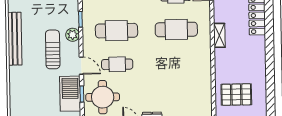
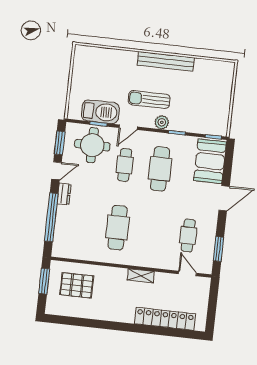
cafe table: (176, 29) -> (118, 228), moved
sun lounger: (53, 49) -> (149, 100), turned 180
pallet: (236, 95) -> (77, 285), turned 90

